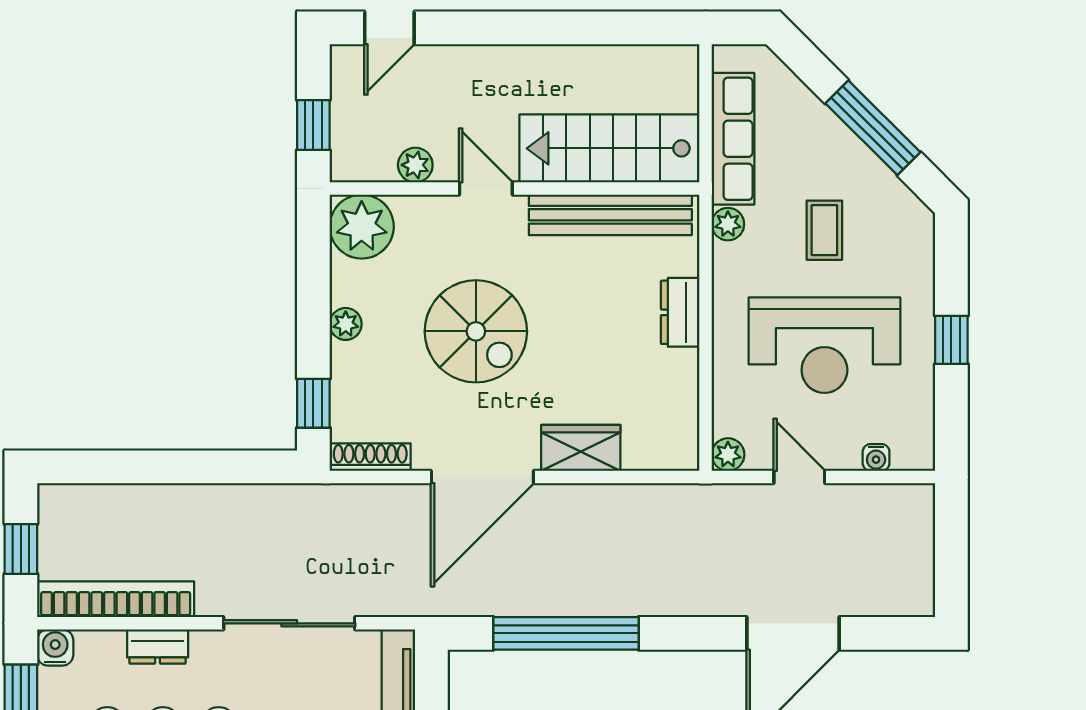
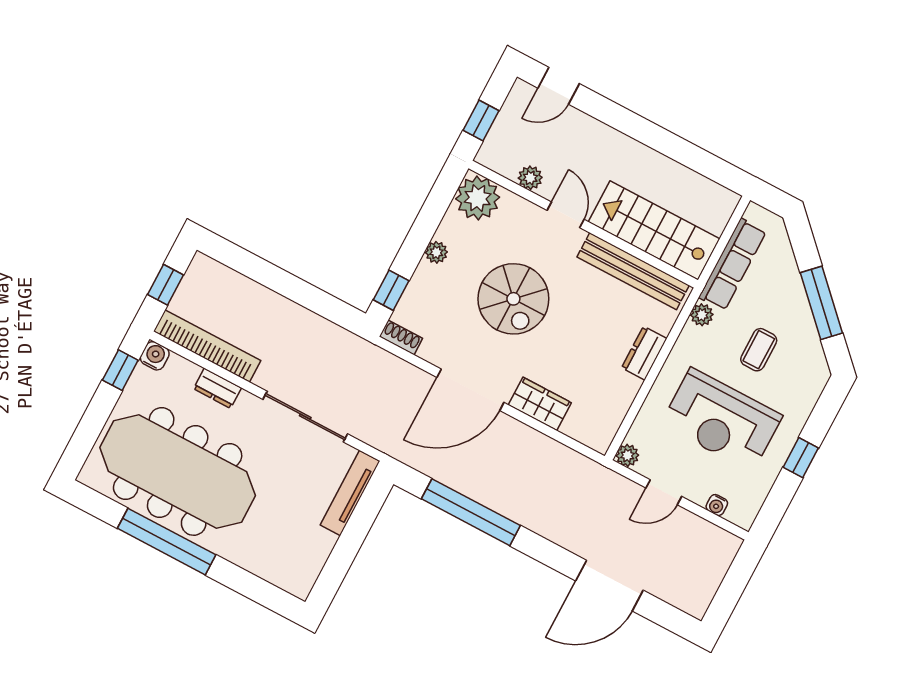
shoe rack: (370, 457) -> (401, 337), width x0.70
door: (799, 477) -> (664, 492), swing flipped

